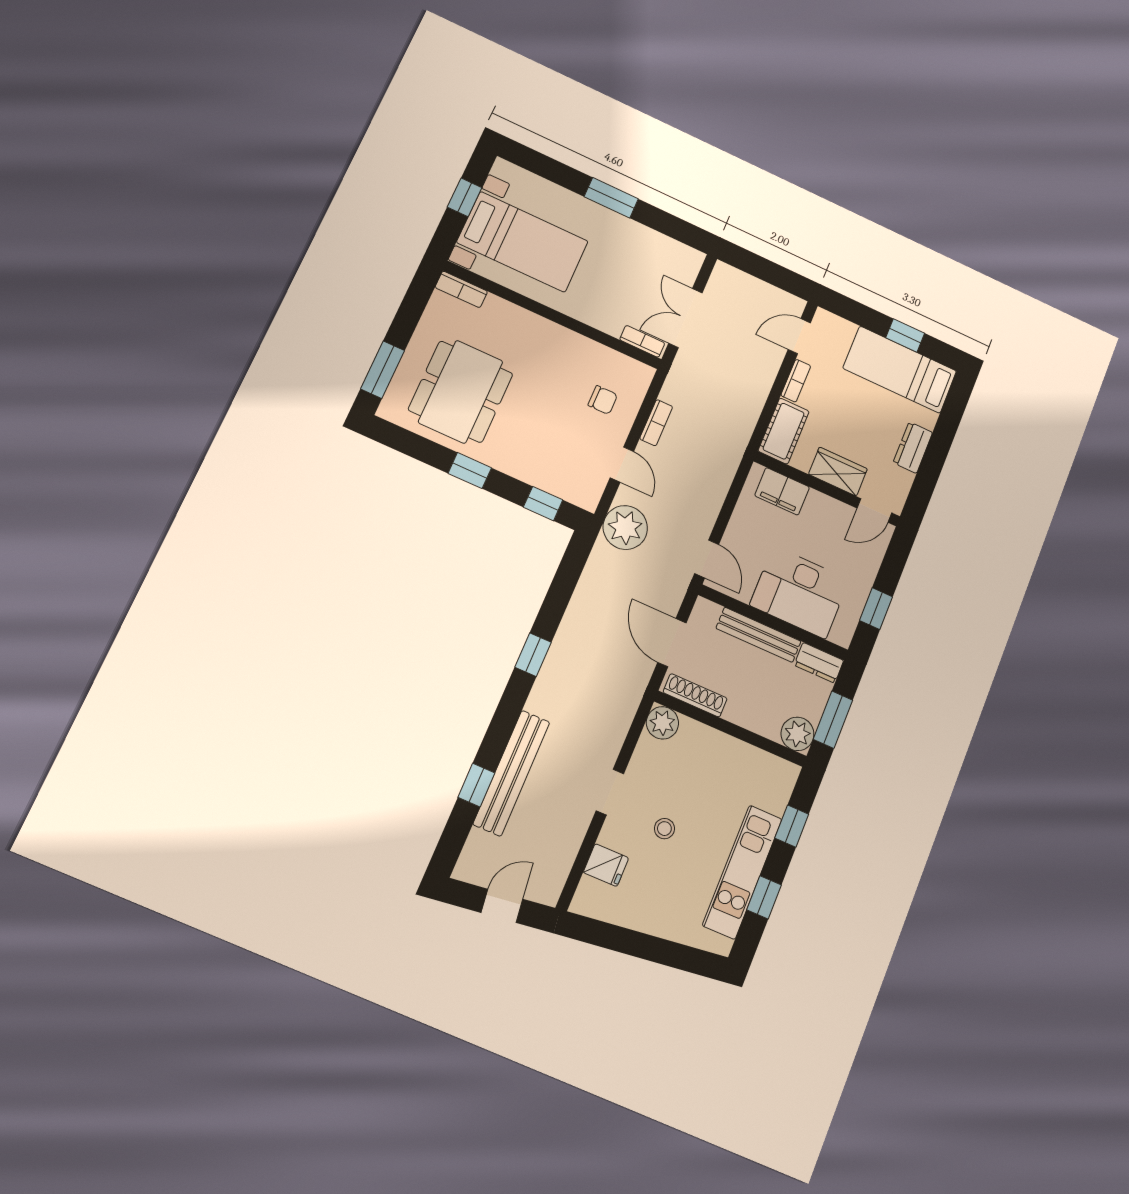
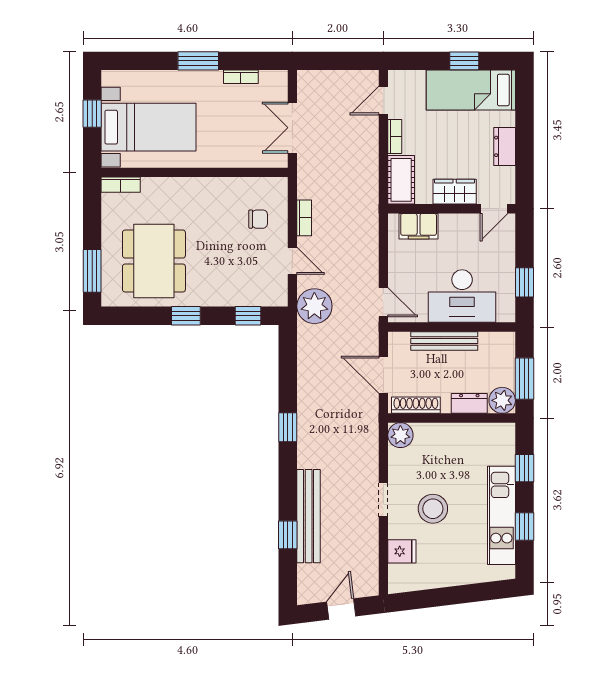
bookcase: (642, 341) -> (241, 77), moved, turned 180
dresser: (819, 663) -> (469, 403), moved, turned 180
stool: (664, 829) -> (433, 509), width x1.89, depth x1.89

